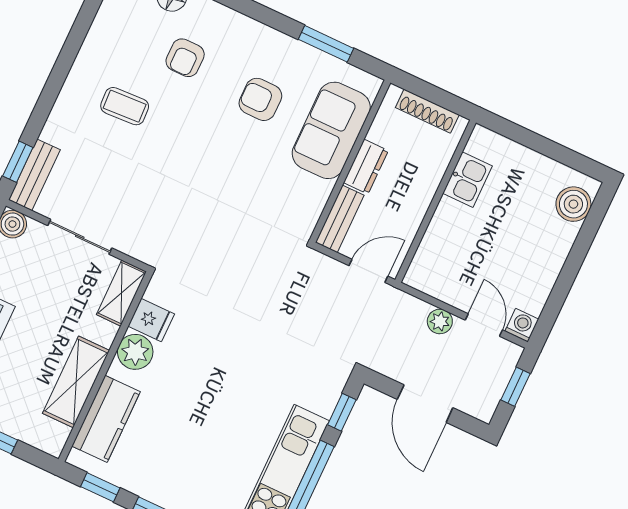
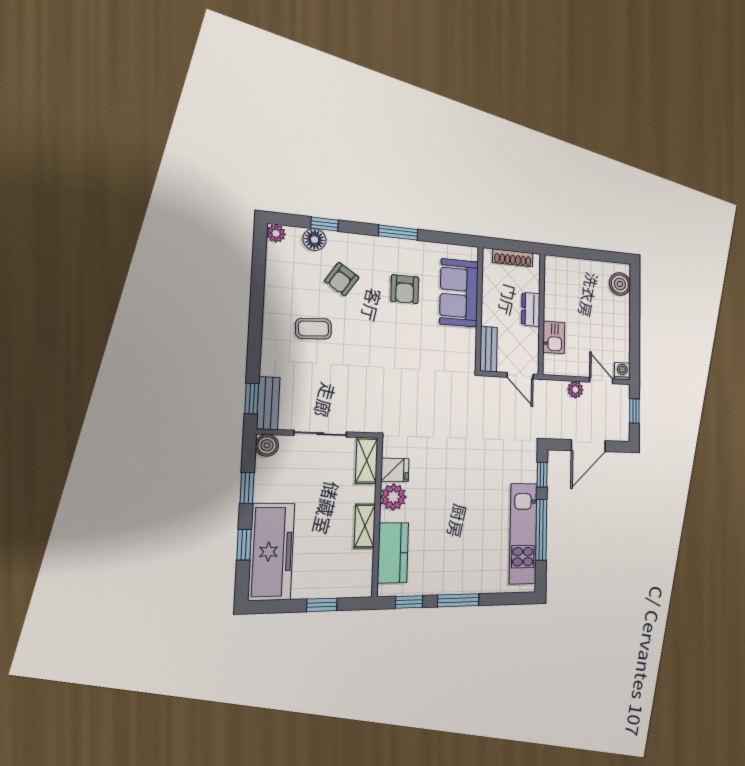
window: (326, 44) -> (398, 233), moved
armchair: (185, 58) -> (342, 279), turned 33
armchair: (260, 99) -> (405, 289), turned -90
dresser: (366, 167) -> (531, 309), moved, turned 180
kitchen sink: (468, 180) -> (554, 337), moved
door: (368, 271) -> (520, 376), swing flipped
shelving: (76, 382) -> (365, 526), width x0.67, depth x0.75
door: (425, 404) -> (588, 446), hinge flipped

